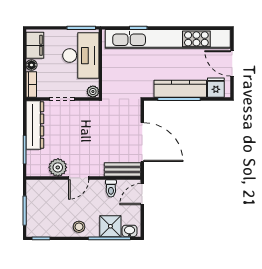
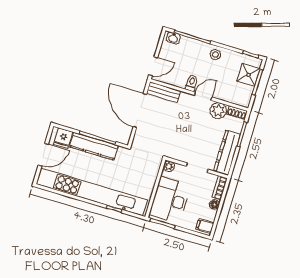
filing cabinet: (35, 45) -> (205, 226), width x0.50
door: (232, 63) -> (43, 155), hinge flipped
shoe rack: (37, 171) -> (237, 113), added
toilet: (111, 188) -> (192, 83), moved
shower: (110, 226) -> (249, 75), moved

